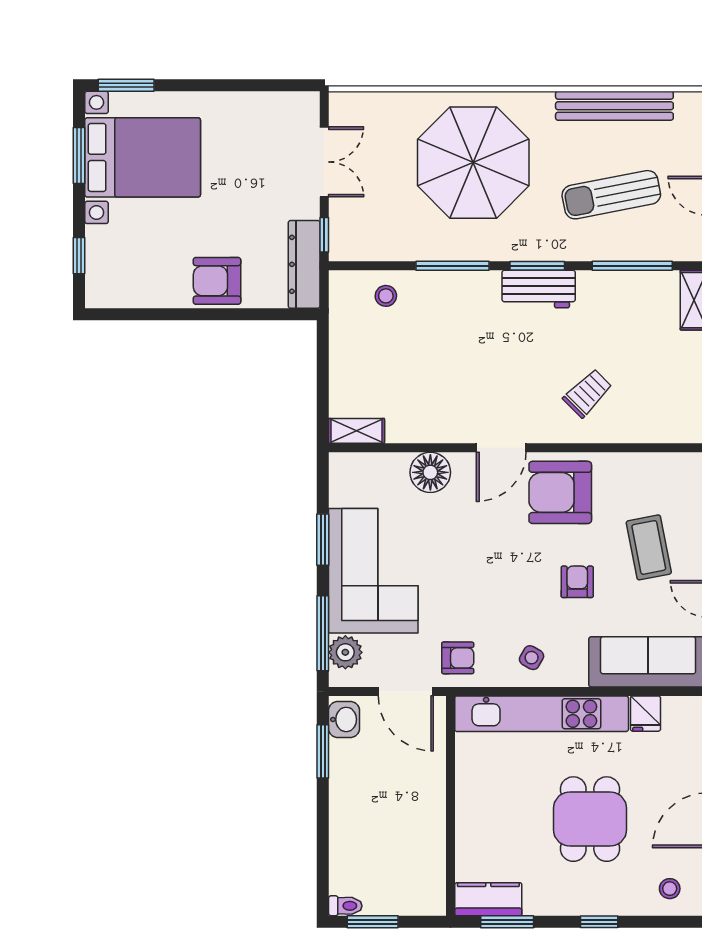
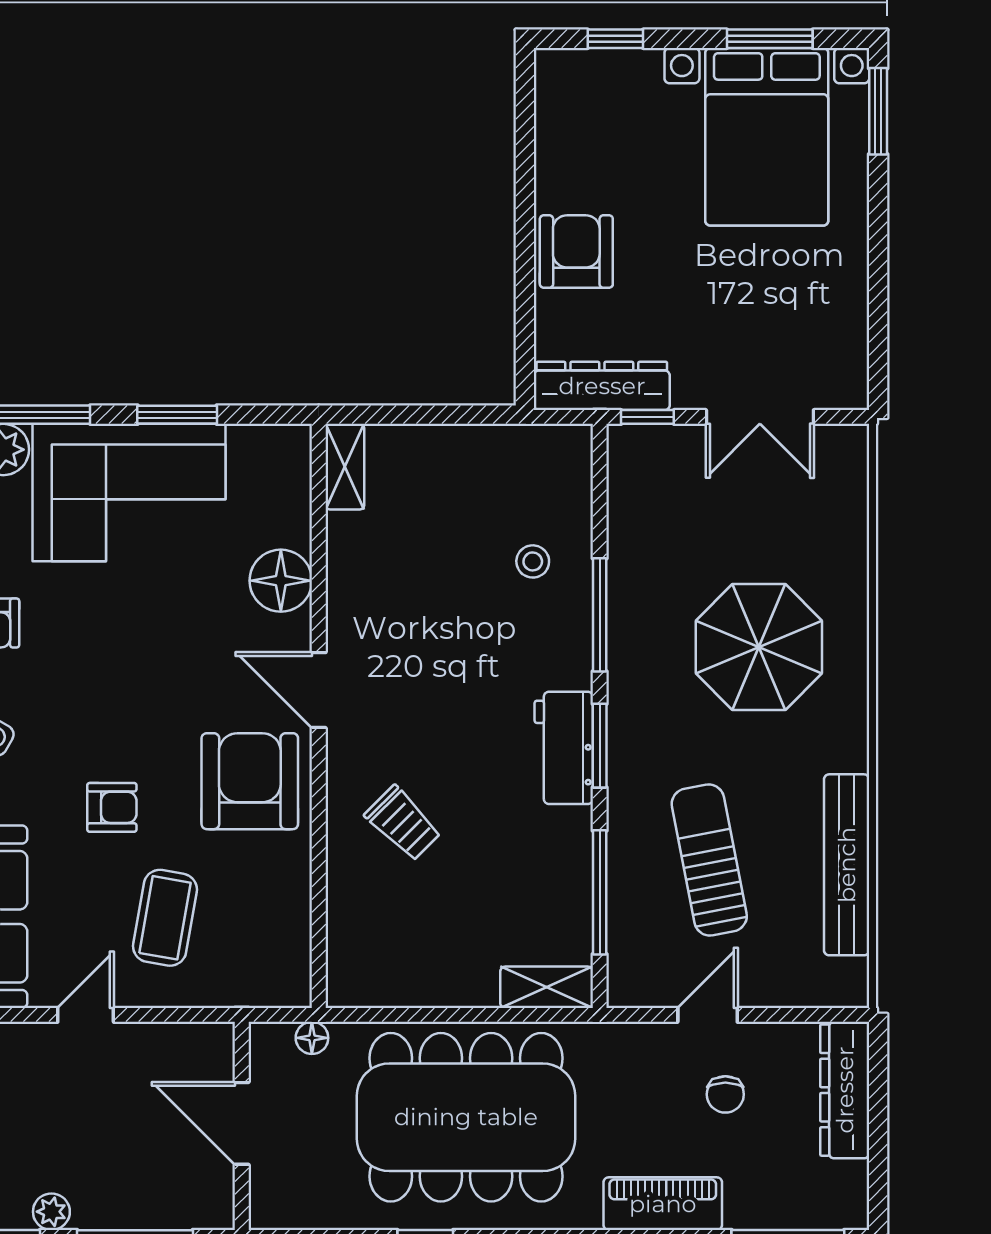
parasol: (473, 163) -> (759, 647), width x0.73, depth x0.73
stool: (386, 296) -> (533, 561), moved
coffee table: (649, 547) -> (165, 918), turned -69

